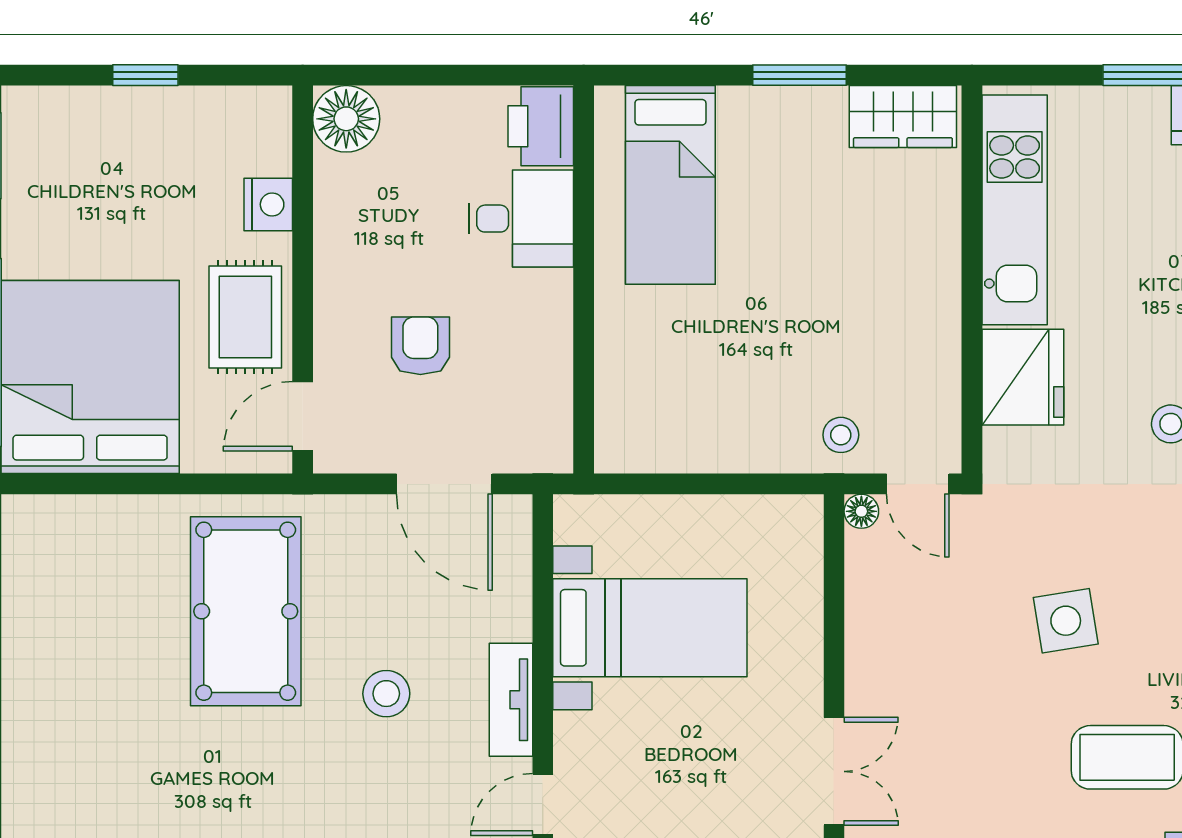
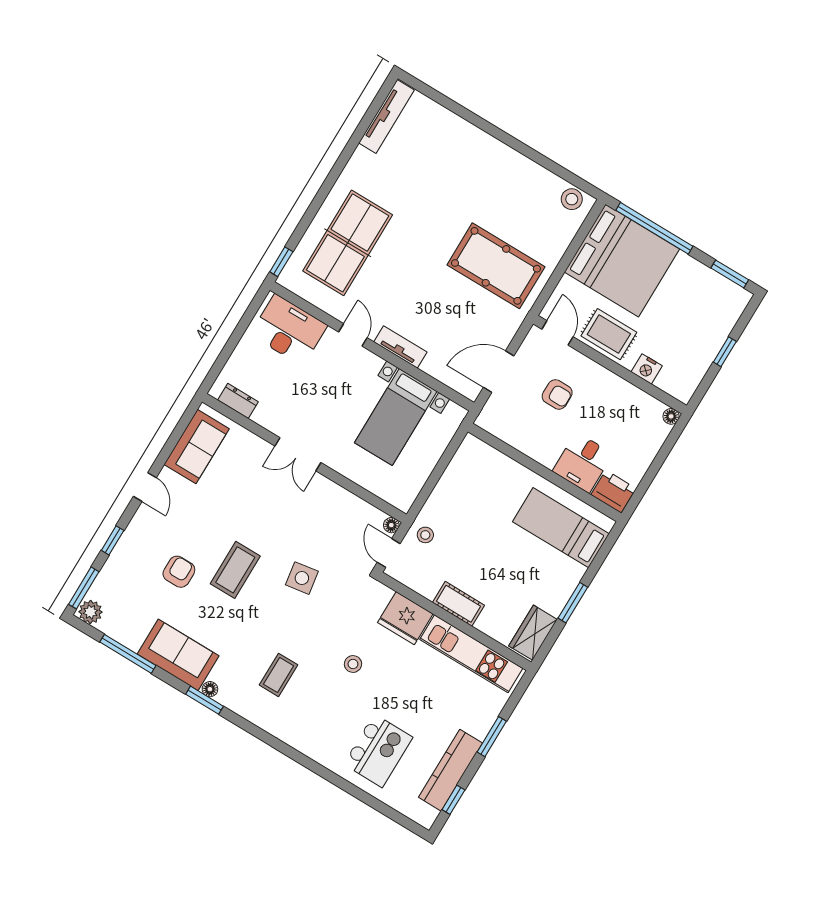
floor lamp: (346, 119) -> (671, 416), width x0.53, depth x0.53
cot: (934, 292) -> (459, 604), added
door: (918, 484) -> (389, 553), hinge flipped
stool: (386, 694) -> (572, 199), moved

